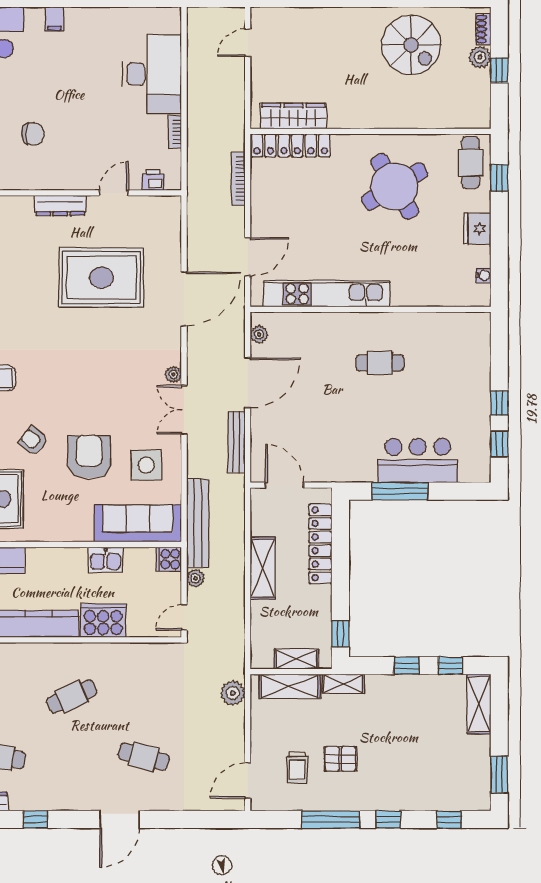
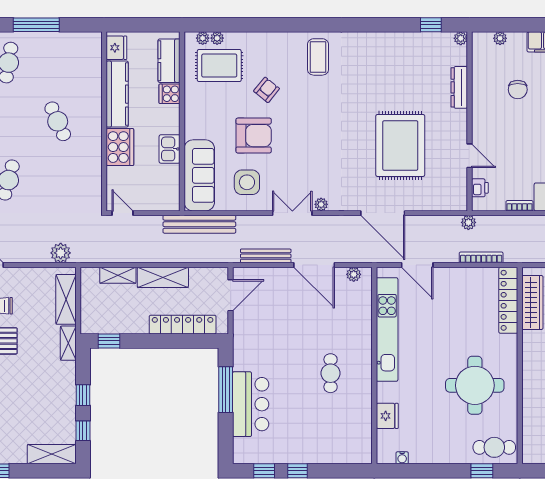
round table: (395, 186) -> (475, 385), turned 31
dresser: (60, 205) -> (459, 87), moved
fridge: (477, 229) -> (387, 416), moved, turned 90
cooker: (169, 559) -> (170, 94), moved, turned -90
plant: (195, 578) -> (468, 222), moved
shelving: (297, 659) -> (118, 275), moved, turned 90

